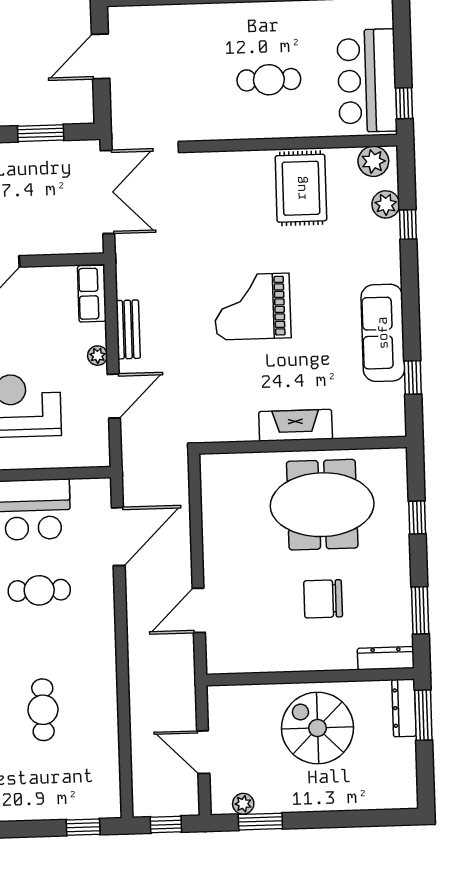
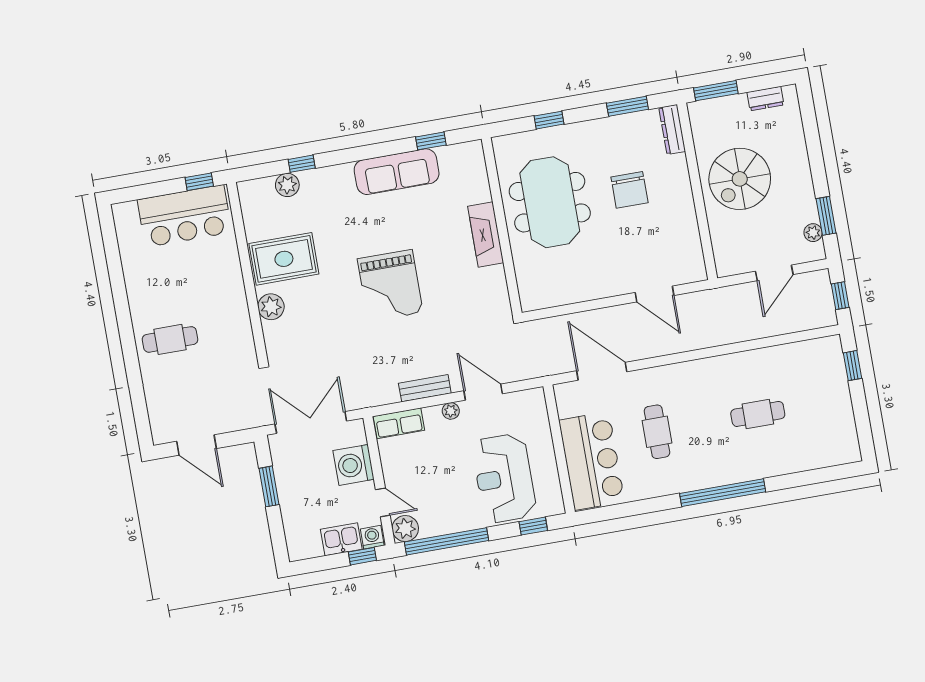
cafe table: (269, 80) -> (170, 339), moved, turned 90
plant: (373, 161) -> (271, 307), moved
washing machine: (51, 234) -> (354, 465), added
dresser: (404, 708) -> (765, 99), moved, width x0.70

